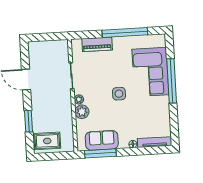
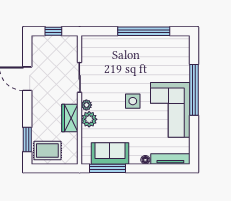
window: (46, 37) -> (53, 31), added
piano: (97, 44) -> (111, 43), removed
corner sofa: (150, 72) -> (170, 110), moved
wardrobe: (65, 112) -> (70, 118), added
window: (29, 121) -> (27, 139), moved

